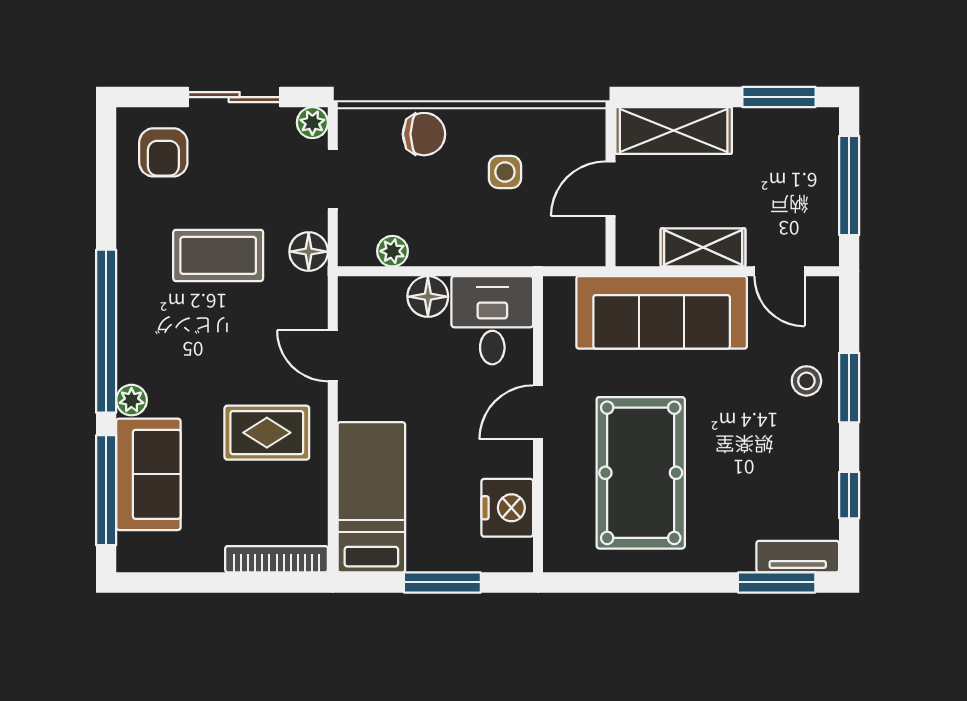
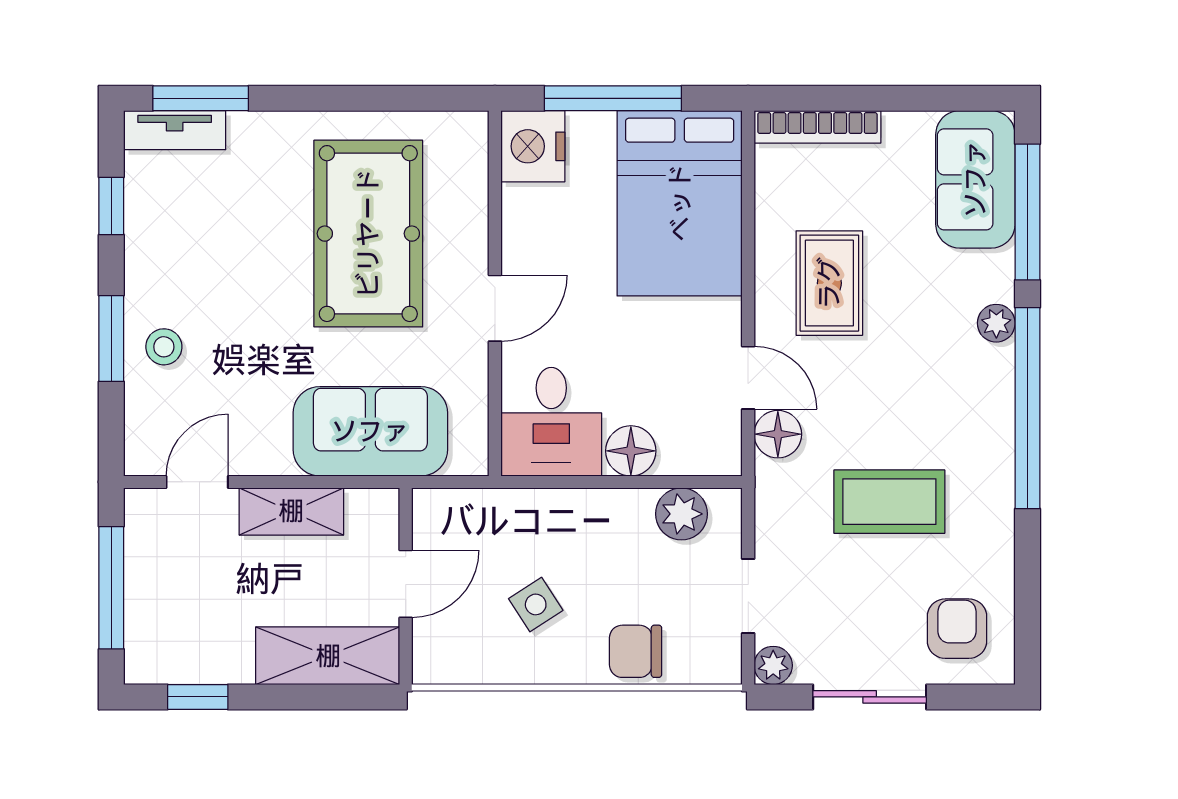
window: (779, 97) -> (198, 697), width x0.67
side table: (505, 172) -> (536, 604), turned -33
plant: (392, 251) -> (681, 514), width x1.38, depth x1.38
floor lamp: (309, 252) -> (778, 434), moved
door: (779, 271) -> (197, 482), hinge flipped
sofa: (662, 312) -> (370, 431), width x0.73
rug: (267, 433) -> (829, 283), turned 90
sofa: (148, 474) -> (975, 179), moved
bed: (371, 497) -> (680, 203), width x1.50
nightstand: (507, 508) -> (533, 146), moved
window: (442, 582) -> (613, 98), width x1.44

